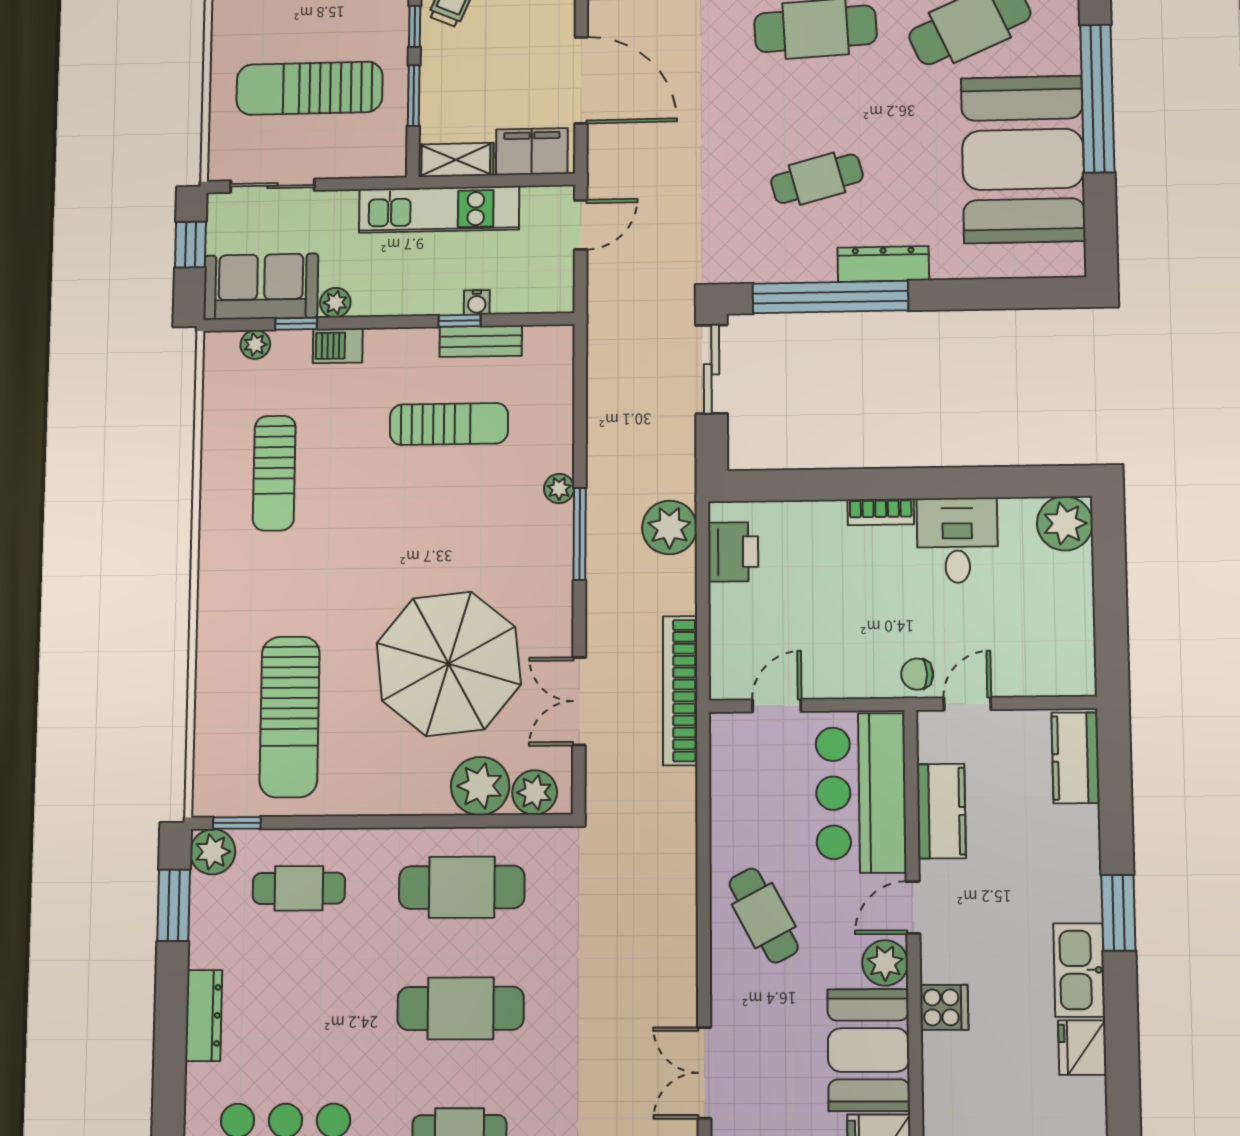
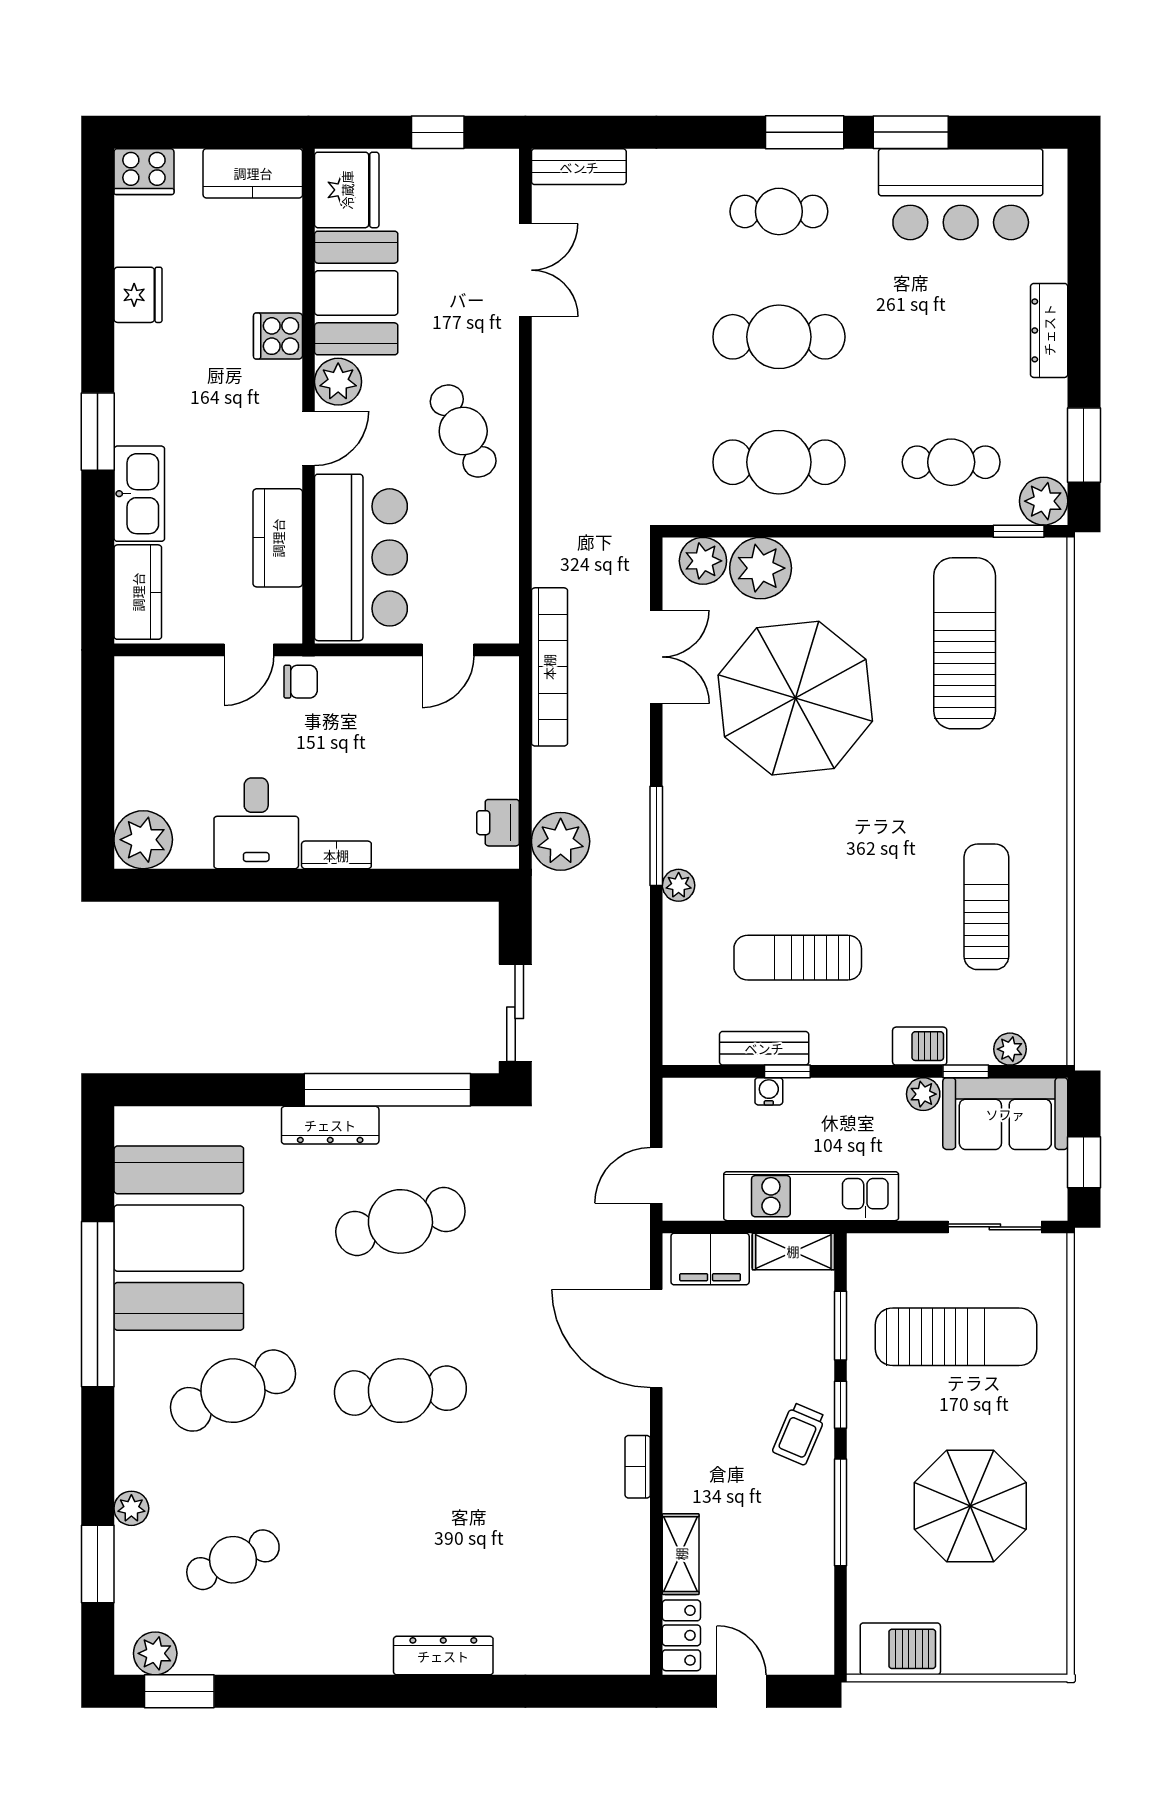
cafe table: (817, 179) -> (400, 1221), width x1.37, depth x1.35
printer: (733, 552) -> (498, 823), width x0.73, depth x0.81
kitchen sink: (1079, 970) -> (139, 494), moved

